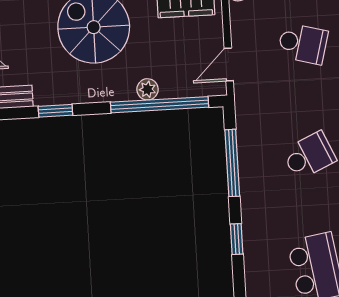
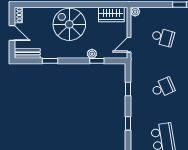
window: (160, 105) -> (97, 61), width x0.32
window: (232, 163) -> (128, 89), width x0.46

